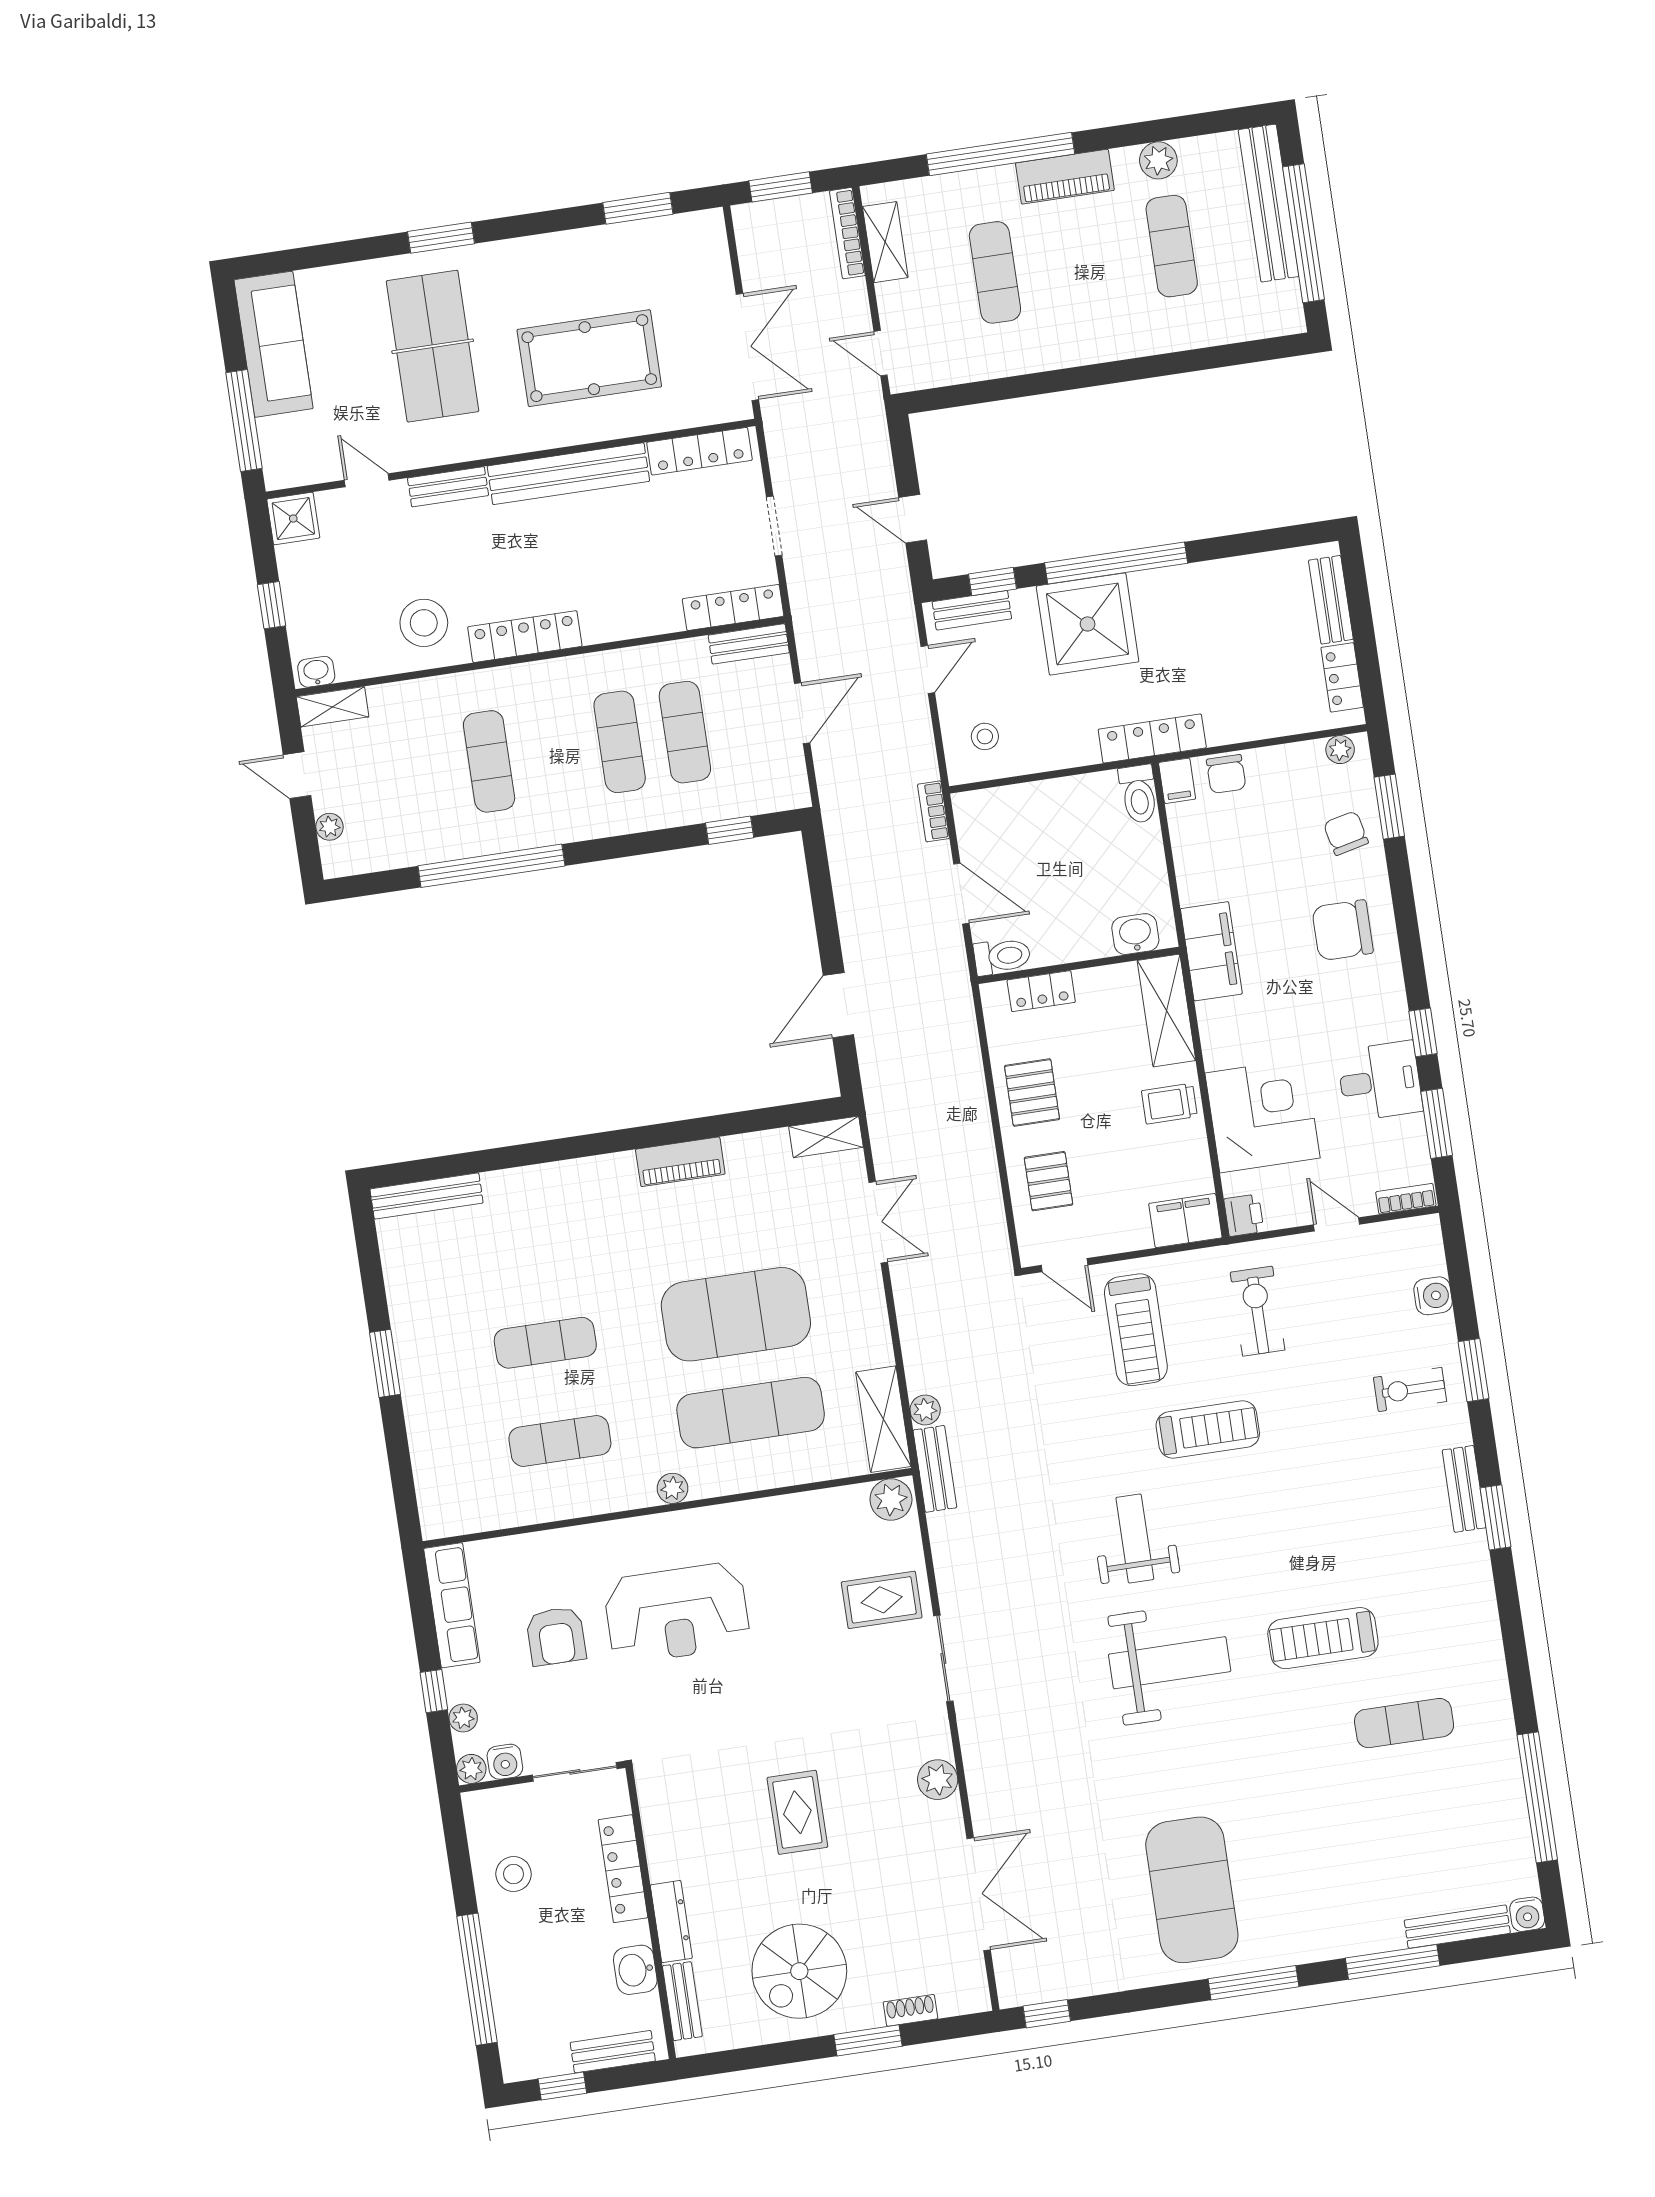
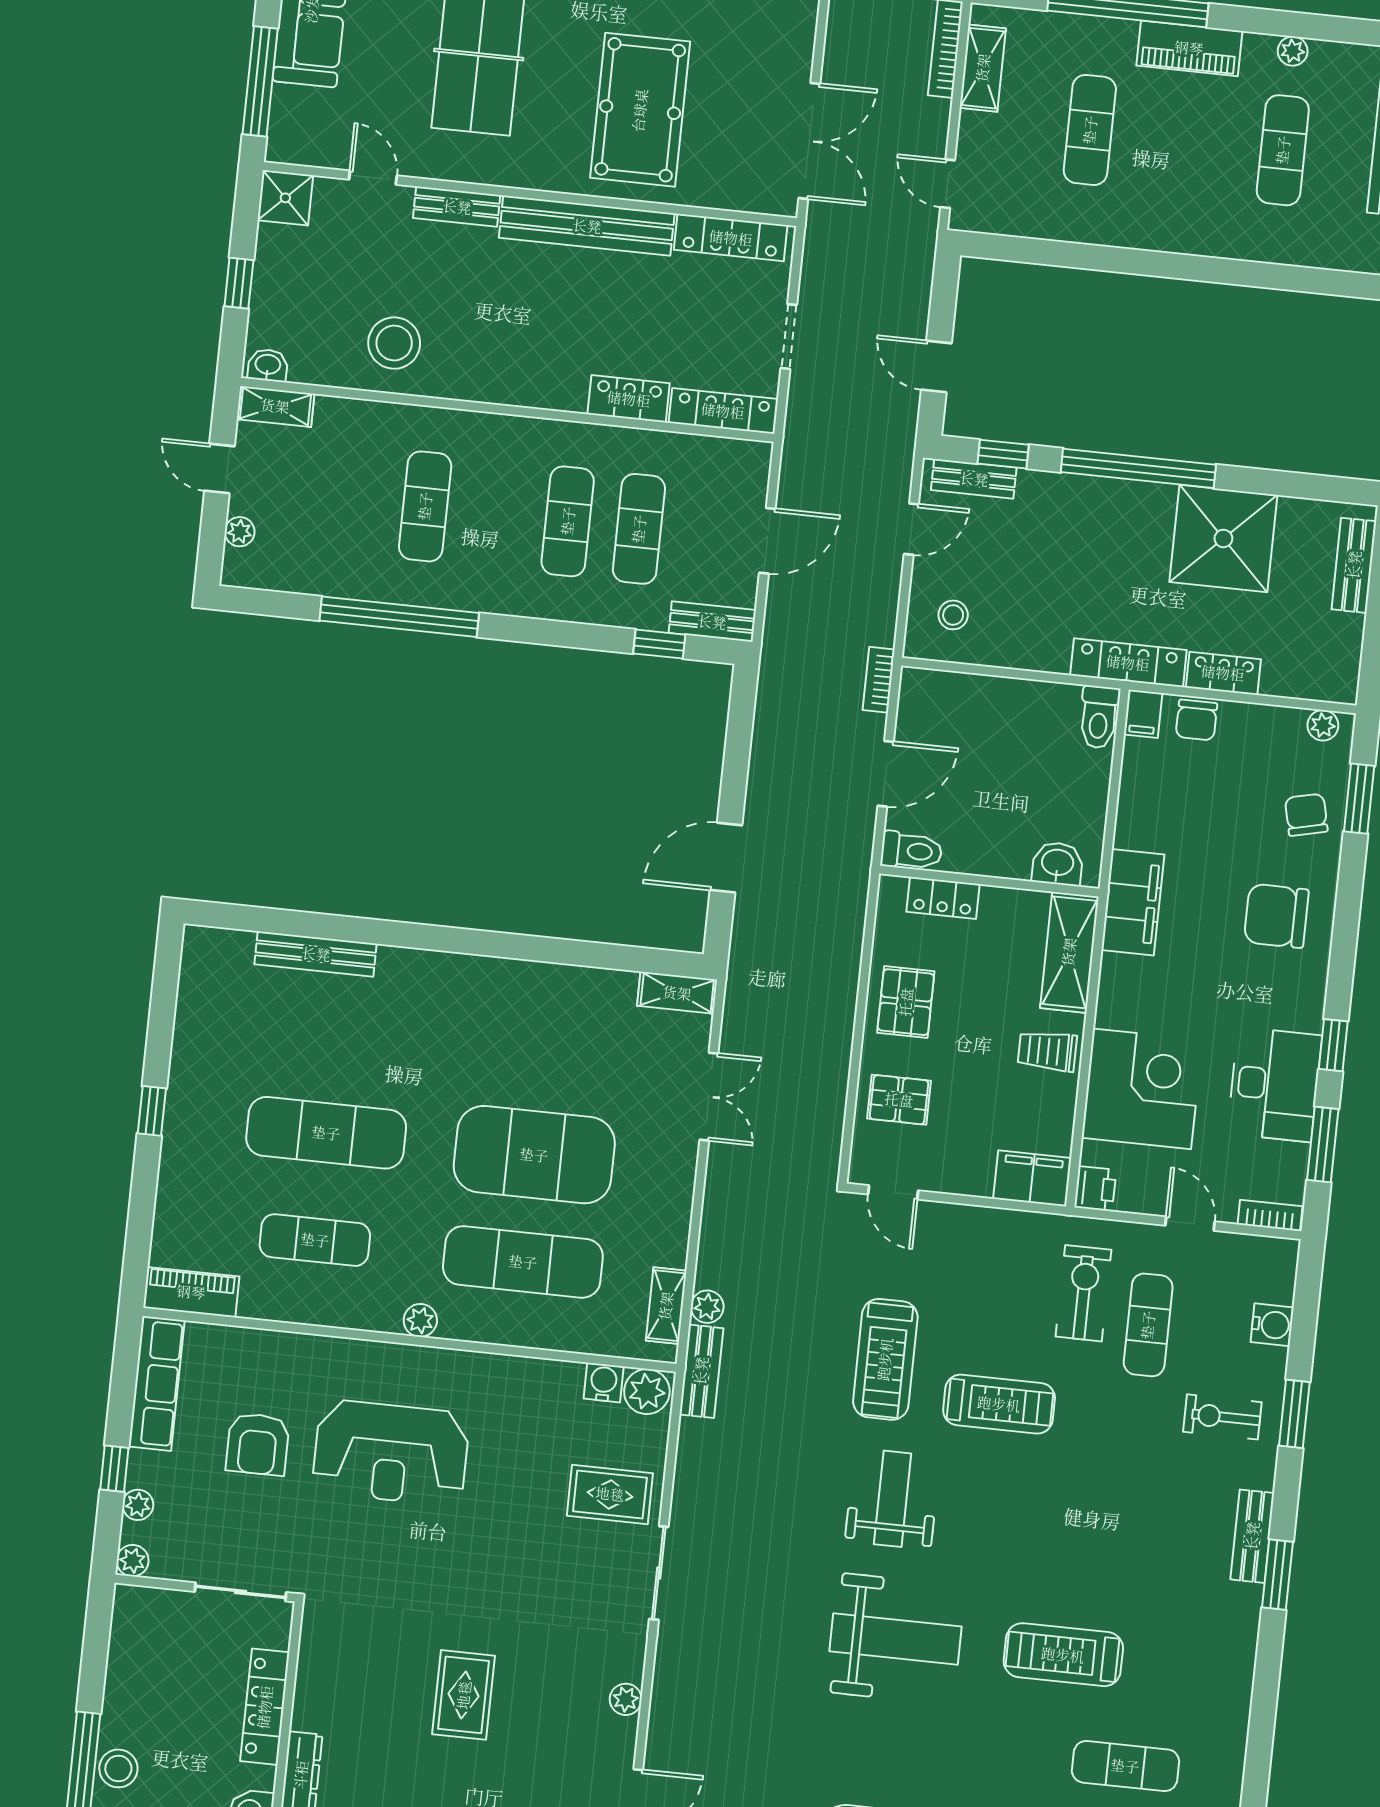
plant: (1158, 160) -> (1293, 51), width x0.73, depth x0.73
pool table: (589, 358) -> (640, 110), turned 90
shower: (1088, 624) -> (1223, 538), moved
locker: (525, 637) -> (629, 399), moved, width x0.66
bench: (749, 644) -> (712, 622), moved
locker: (1342, 677) -> (1223, 673), moved, turned 90
door: (961, 894) -> (886, 774), hinge flipped
desk: (1380, 1081) -> (1275, 1085), width x1.37
piano: (680, 1162) -> (191, 1292), moved, turned 180
pallet: (1048, 1181) -> (899, 1100), turned 90
bench: (427, 1196) -> (316, 954), moved
exercise mat: (1323, 1325) -> (1148, 1325), added
treadmill: (1136, 1330) -> (885, 1359), moved
exercise mat: (545, 1343) -> (326, 1133), width x1.36, depth x1.45
window: (385, 1363) -> (152, 1111), width x0.67
shelving: (883, 1419) -> (666, 1306), width x0.67, depth x0.75
water cooler: (505, 1762) -> (604, 1383), moved, turned 180
plant: (938, 1780) -> (626, 1699), width x0.73, depth x0.73
stool: (514, 1874) -> (118, 1768), moved

